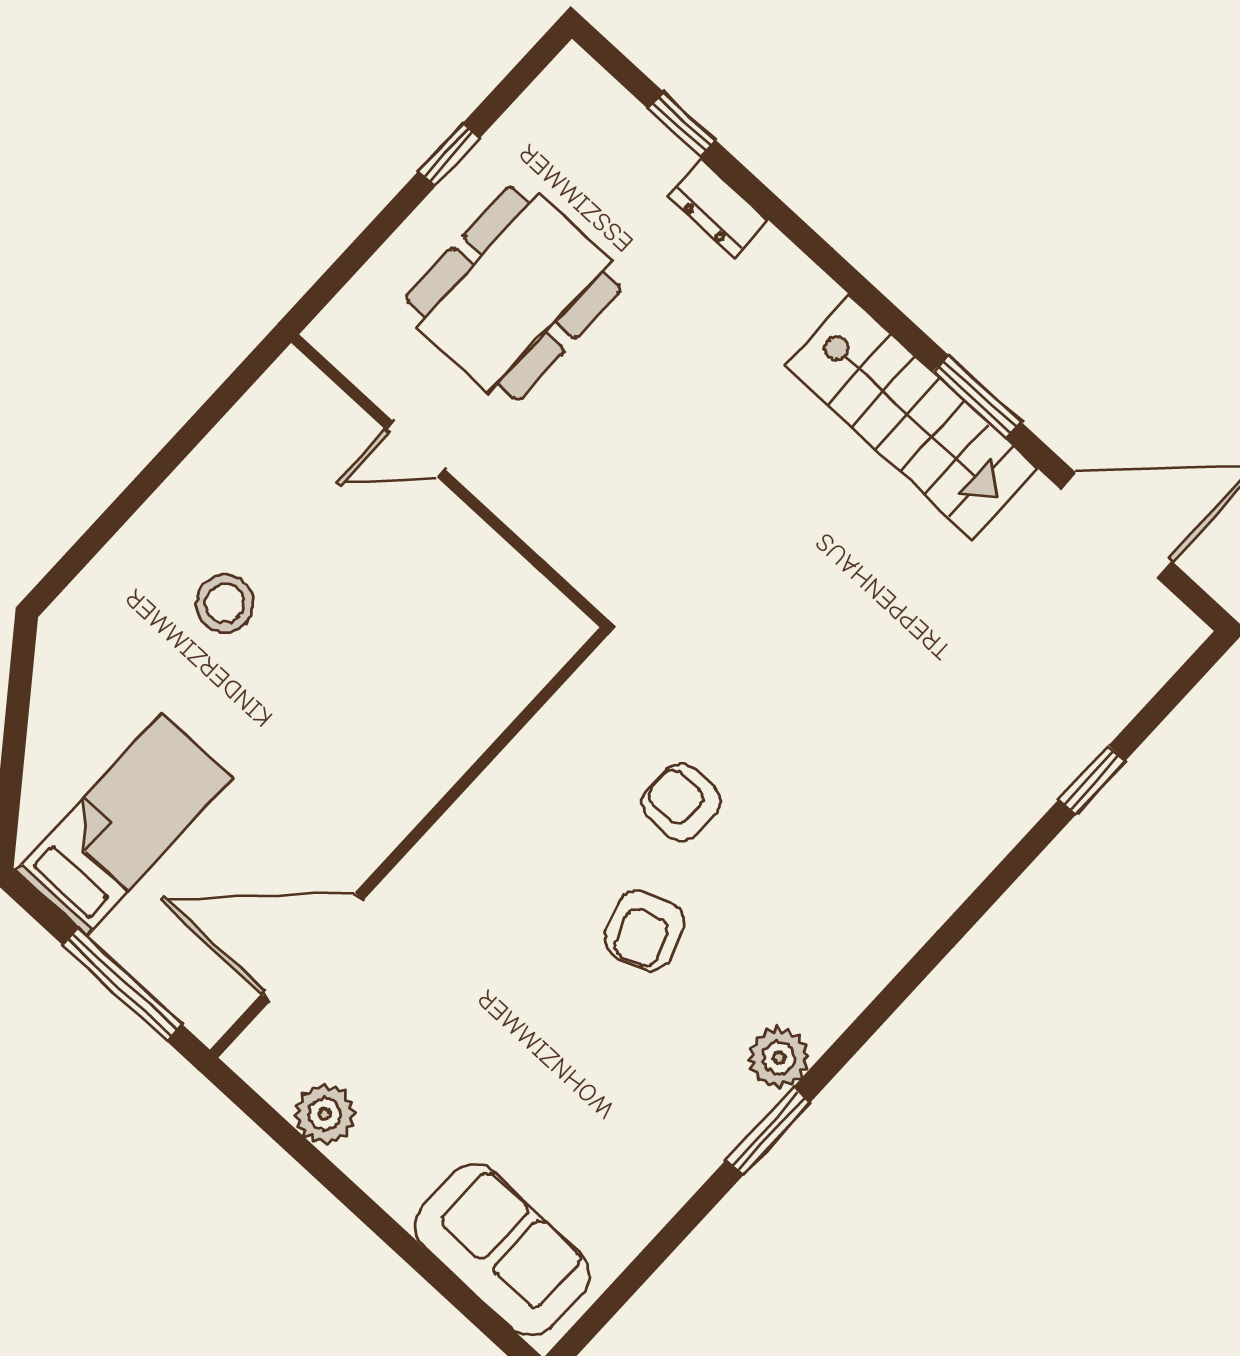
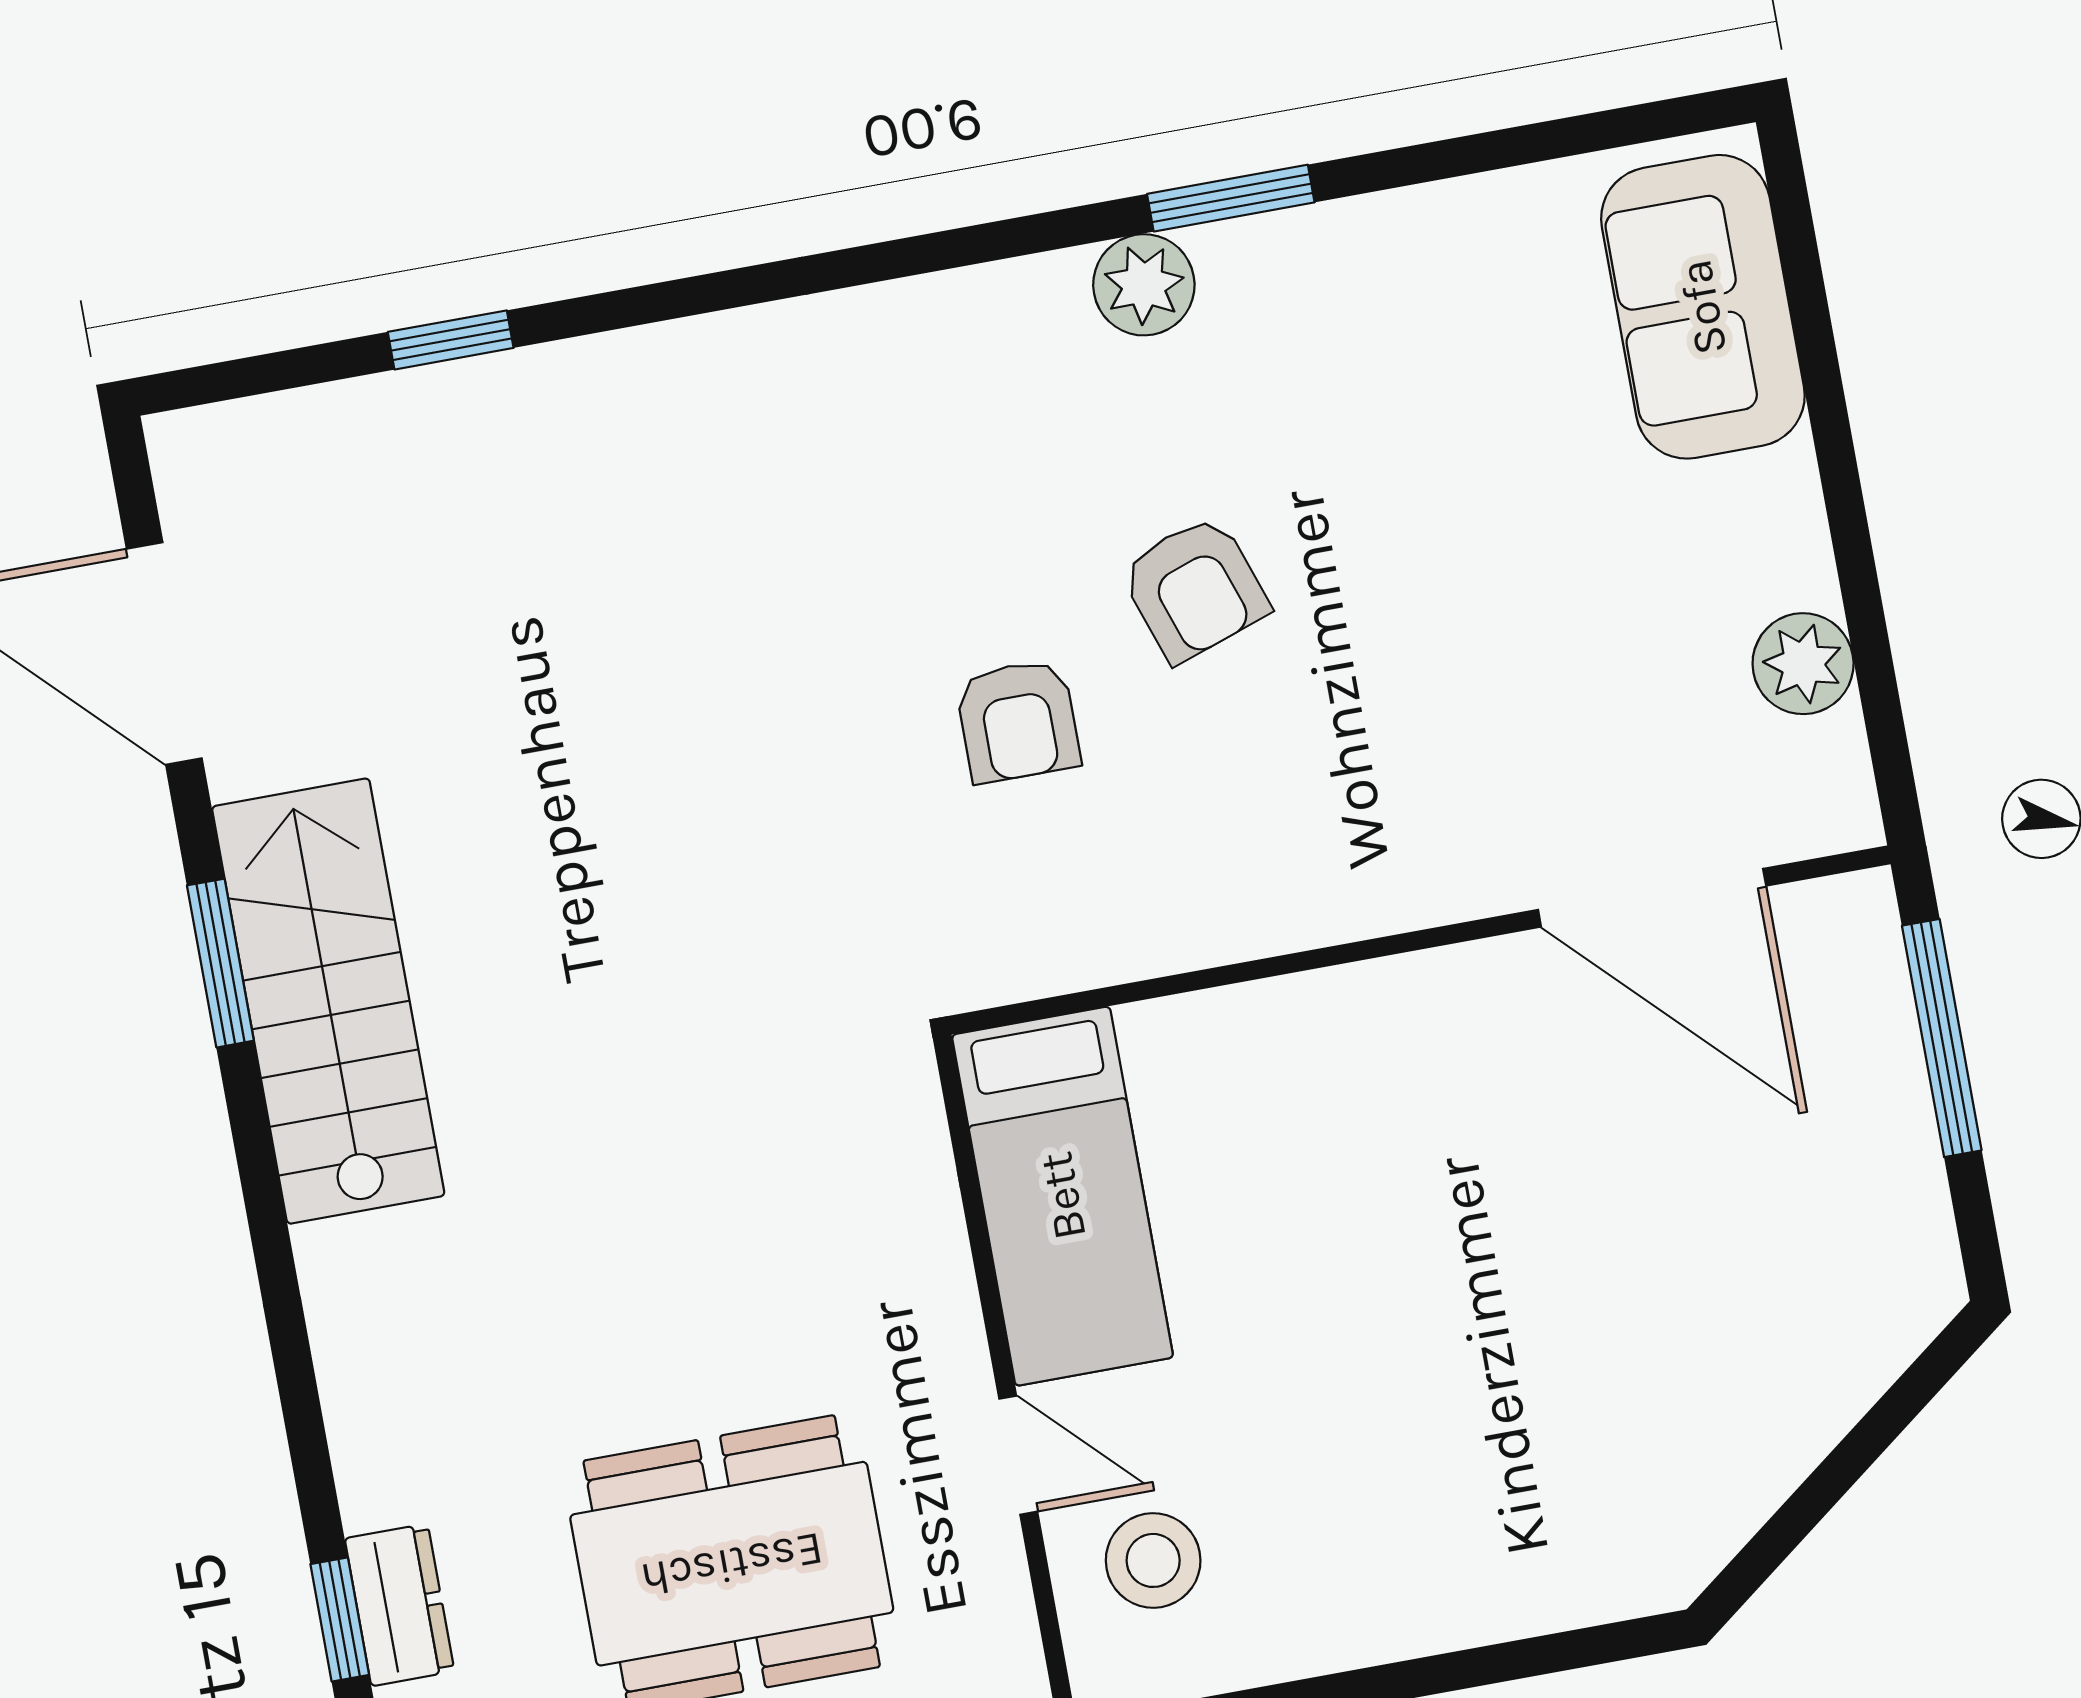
dresser: (718, 208) -> (400, 1605), moved
stool: (225, 603) -> (1153, 1560), moved
bed: (124, 824) -> (1063, 1196), moved, turned -90
armchair: (644, 930) -> (1195, 589), turned 91

